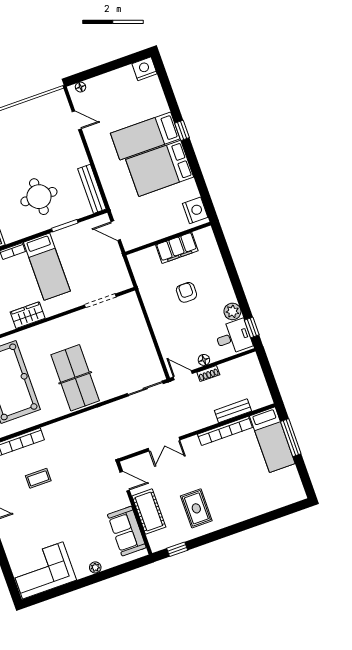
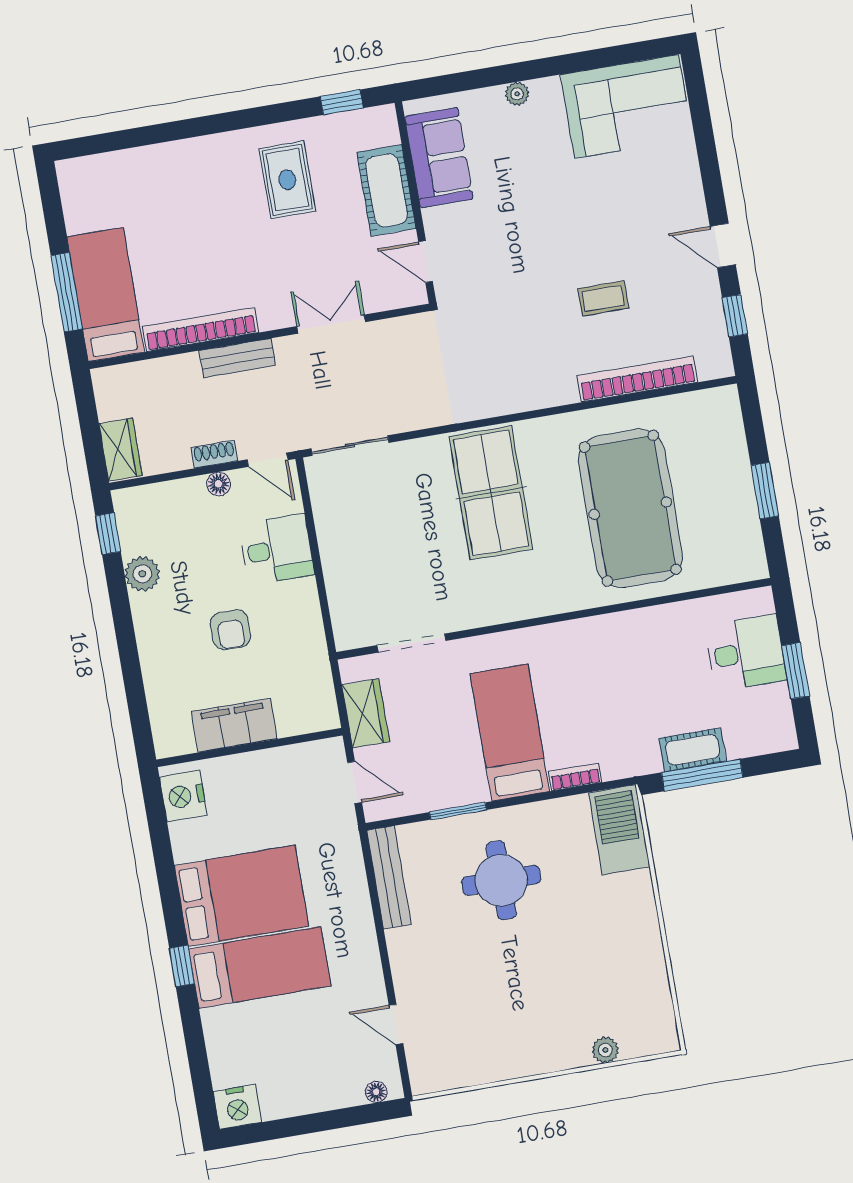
wardrobe: (28, 315) -> (366, 713), moved, turned -90
desk: (233, 337) -> (277, 550), moved, turned 180
wardrobe: (253, 368) -> (121, 450), added
bench: (233, 411) -> (237, 358), moved

